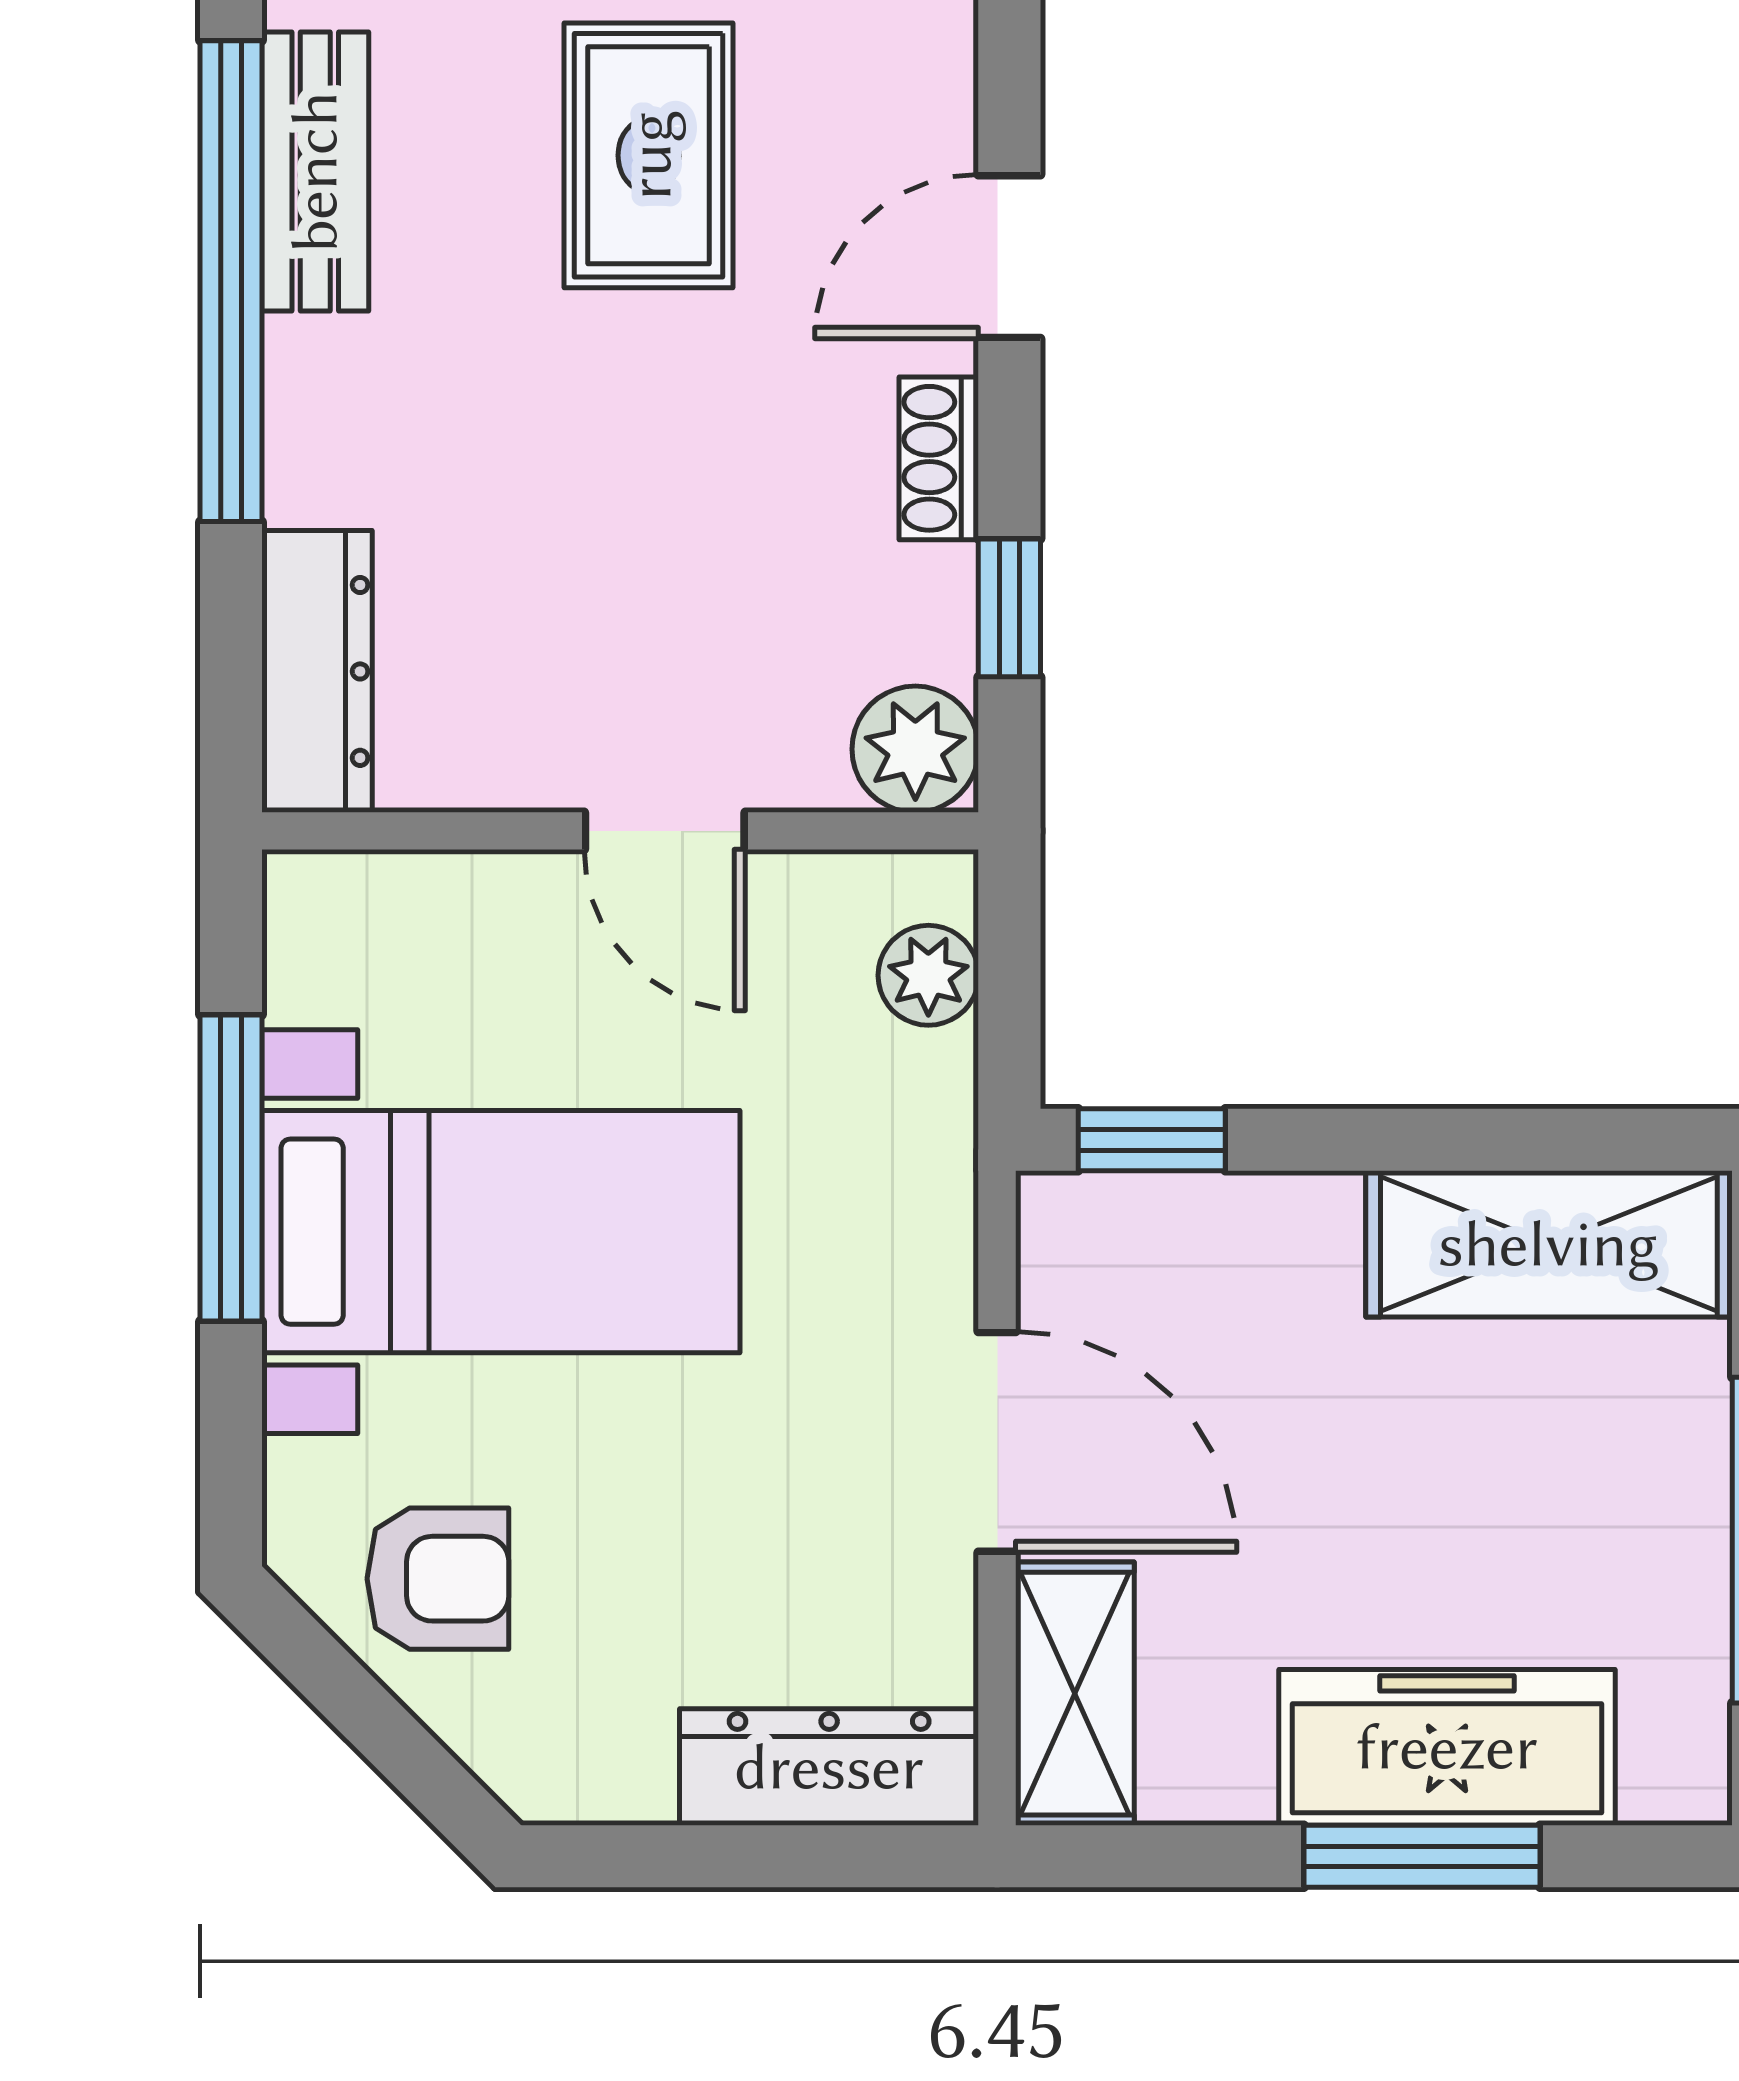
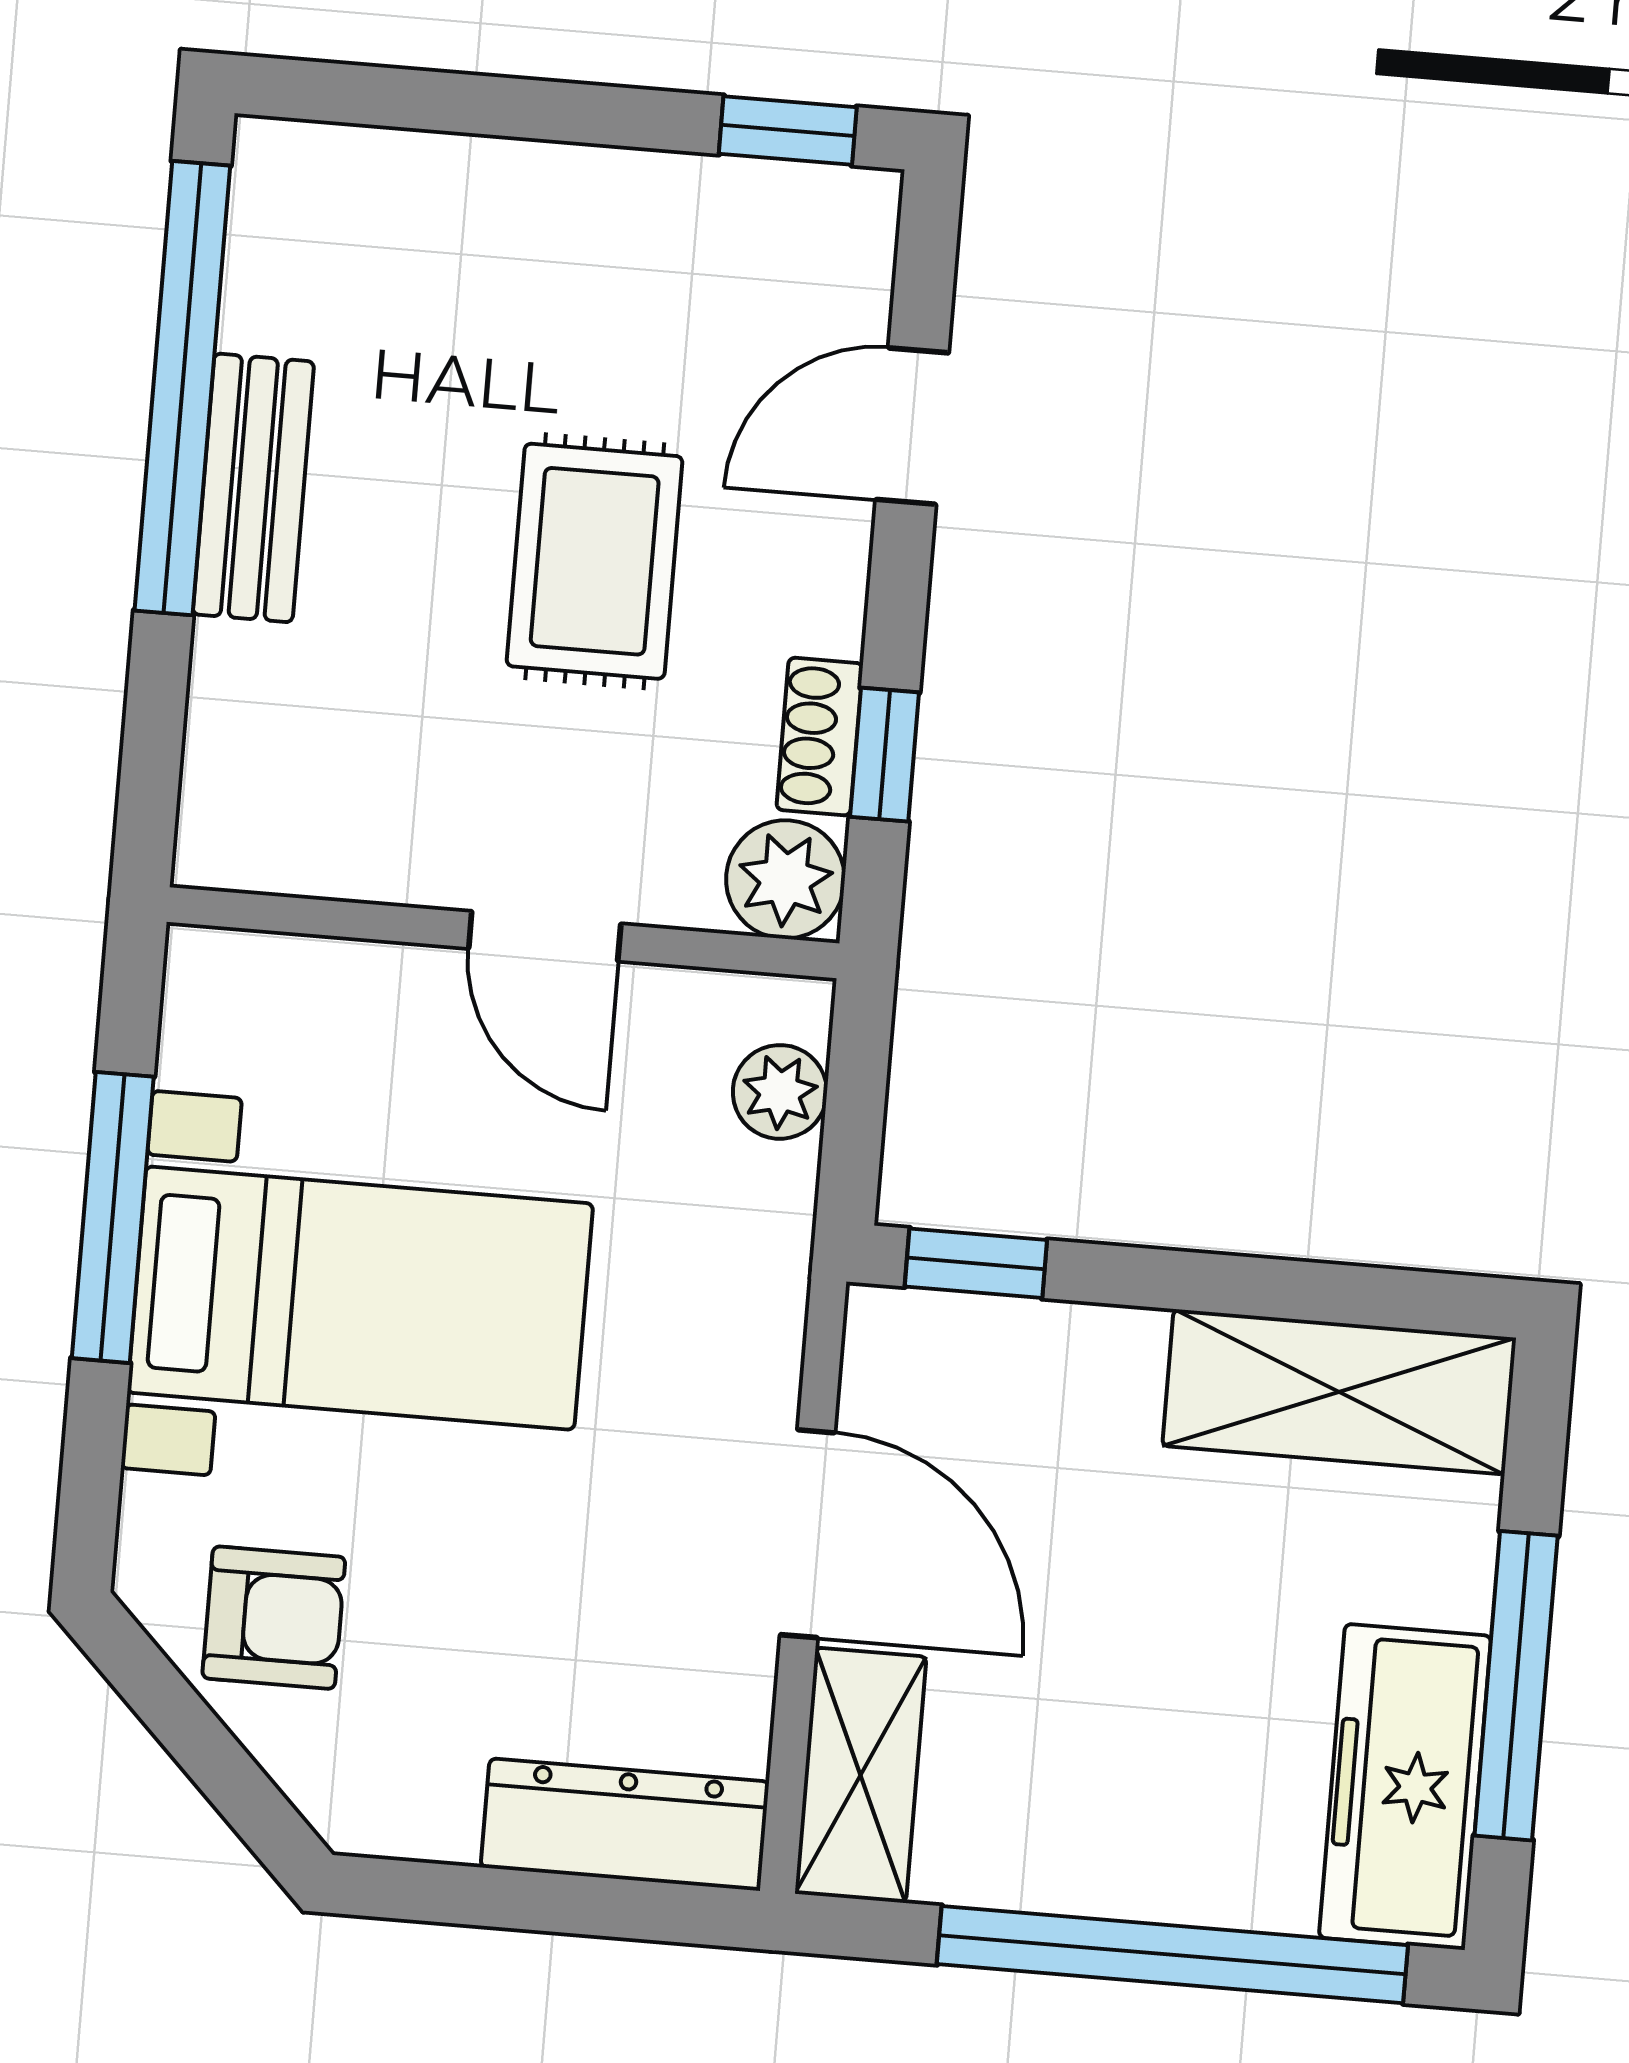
rug: (649, 155) -> (595, 561), moved
bench: (315, 172) -> (253, 488), moved
shoe rack: (939, 458) -> (820, 737), moved
dresser: (317, 671) -> (232, 760), removed
freezer: (1447, 1747) -> (1405, 1787), moved, turned -90
window: (1422, 1856) -> (1172, 1955), width x2.11

